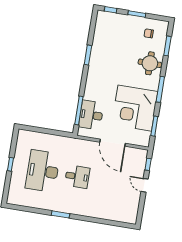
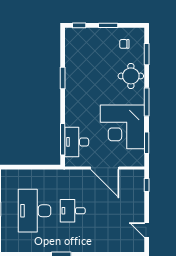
desk: (77, 177) -> (73, 211), turned 180
door: (145, 185) -> (147, 230), moved

